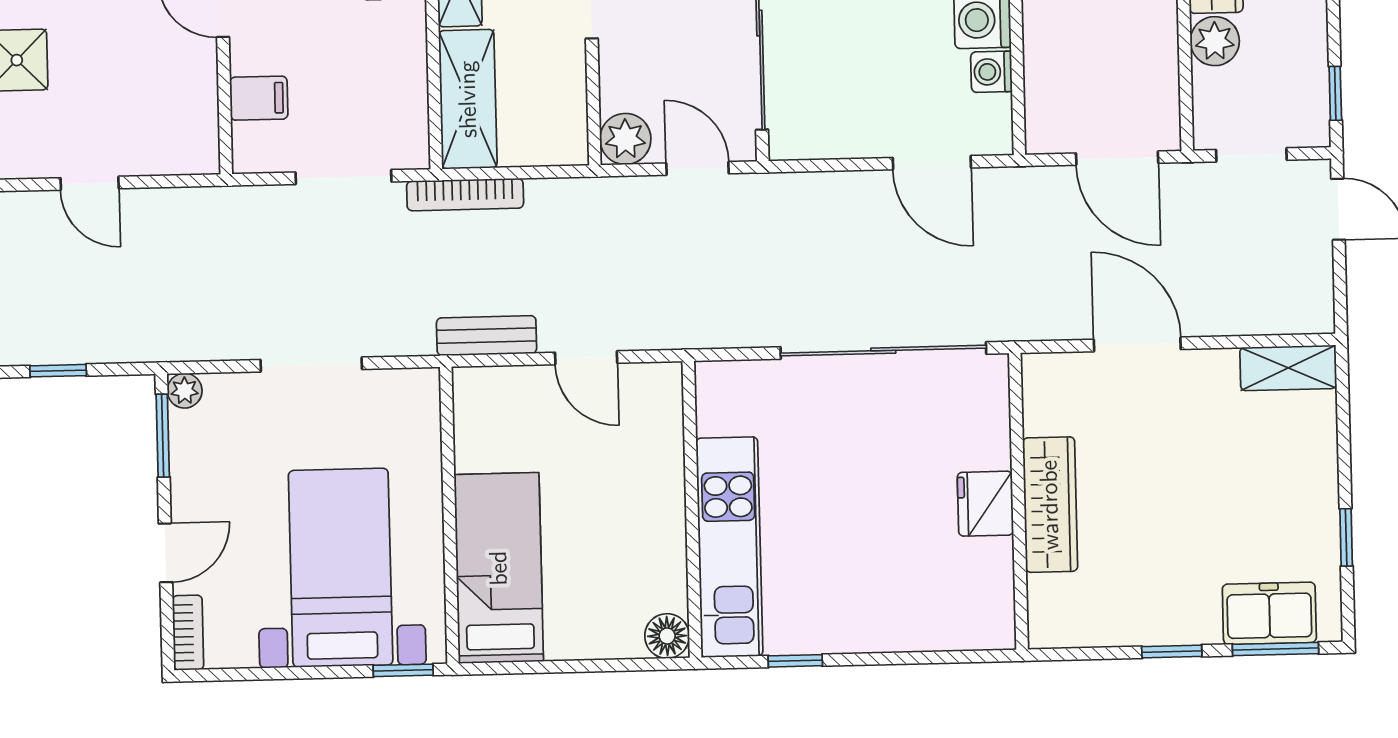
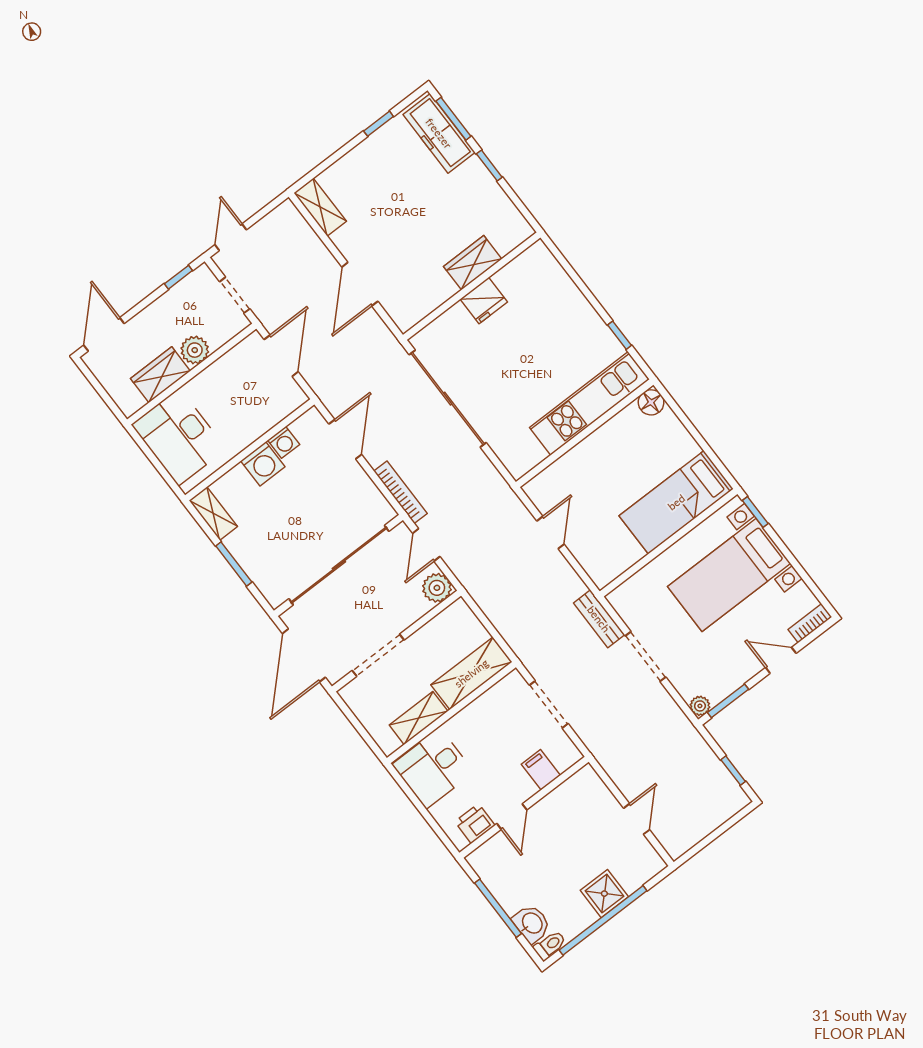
bookcase: (465, 195) -> (401, 492), moved
bench: (487, 336) -> (599, 619), moved
wardrobe: (1050, 505) -> (473, 263), width x0.67
freezer: (1269, 613) -> (439, 133), width x1.40

